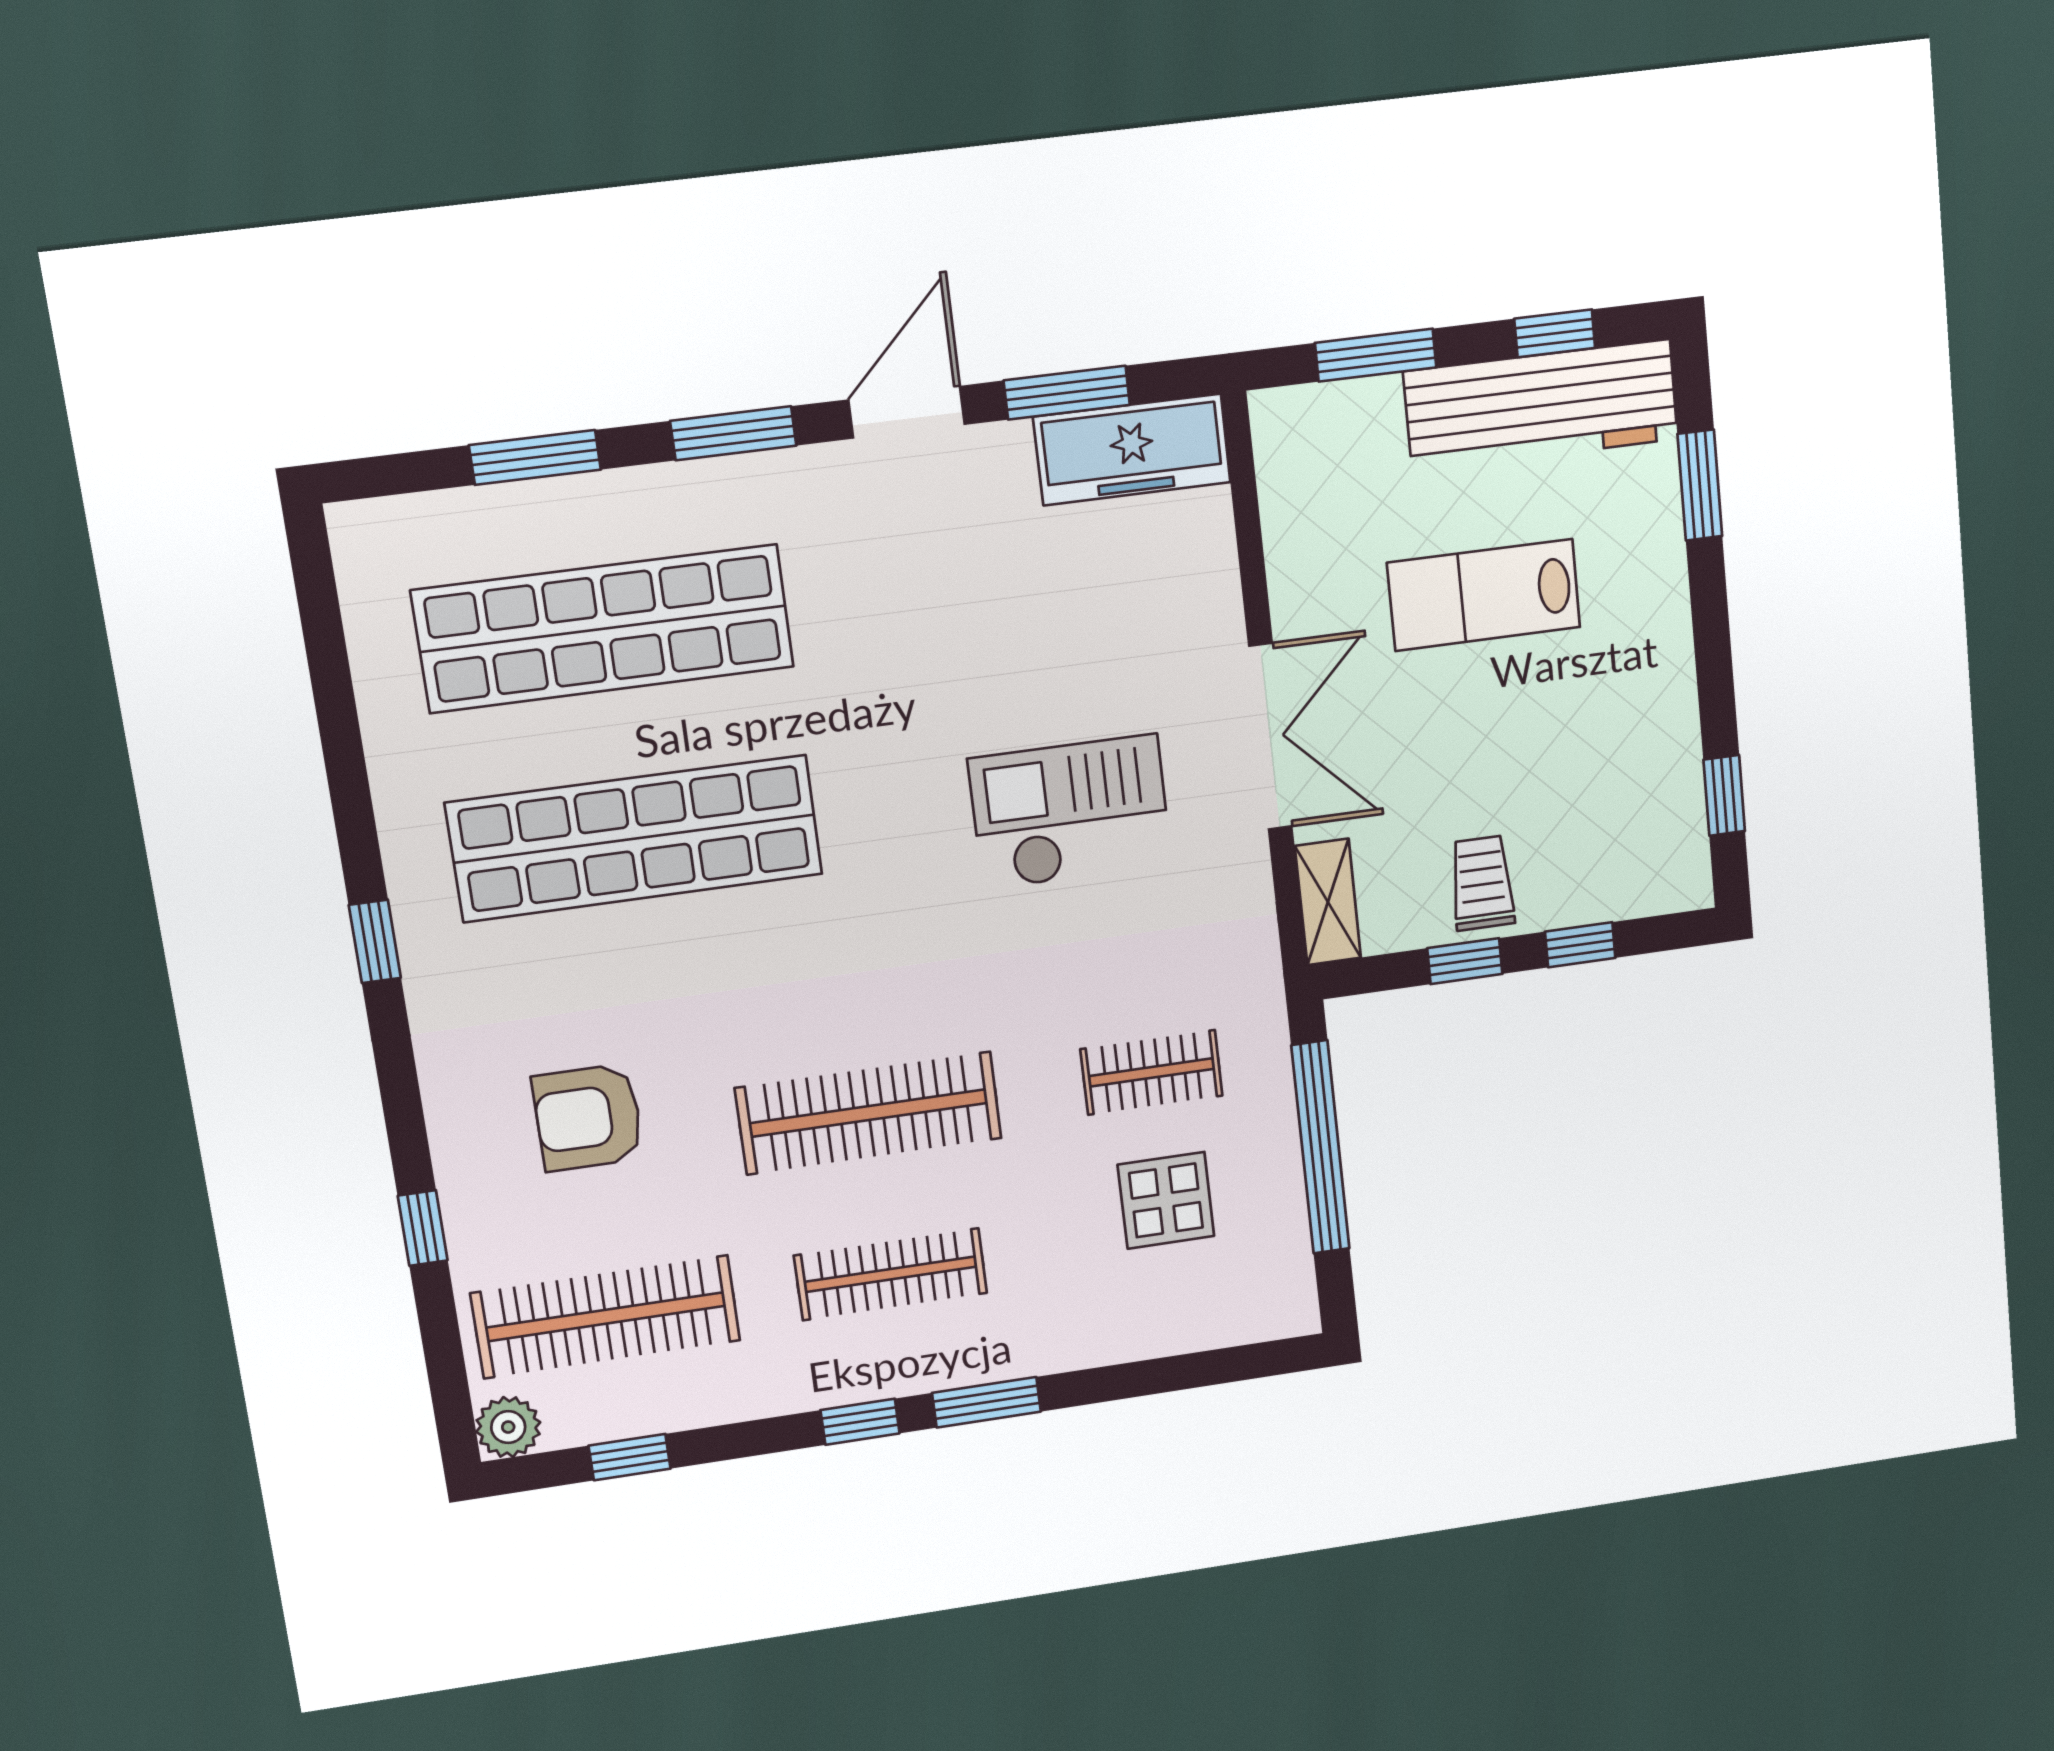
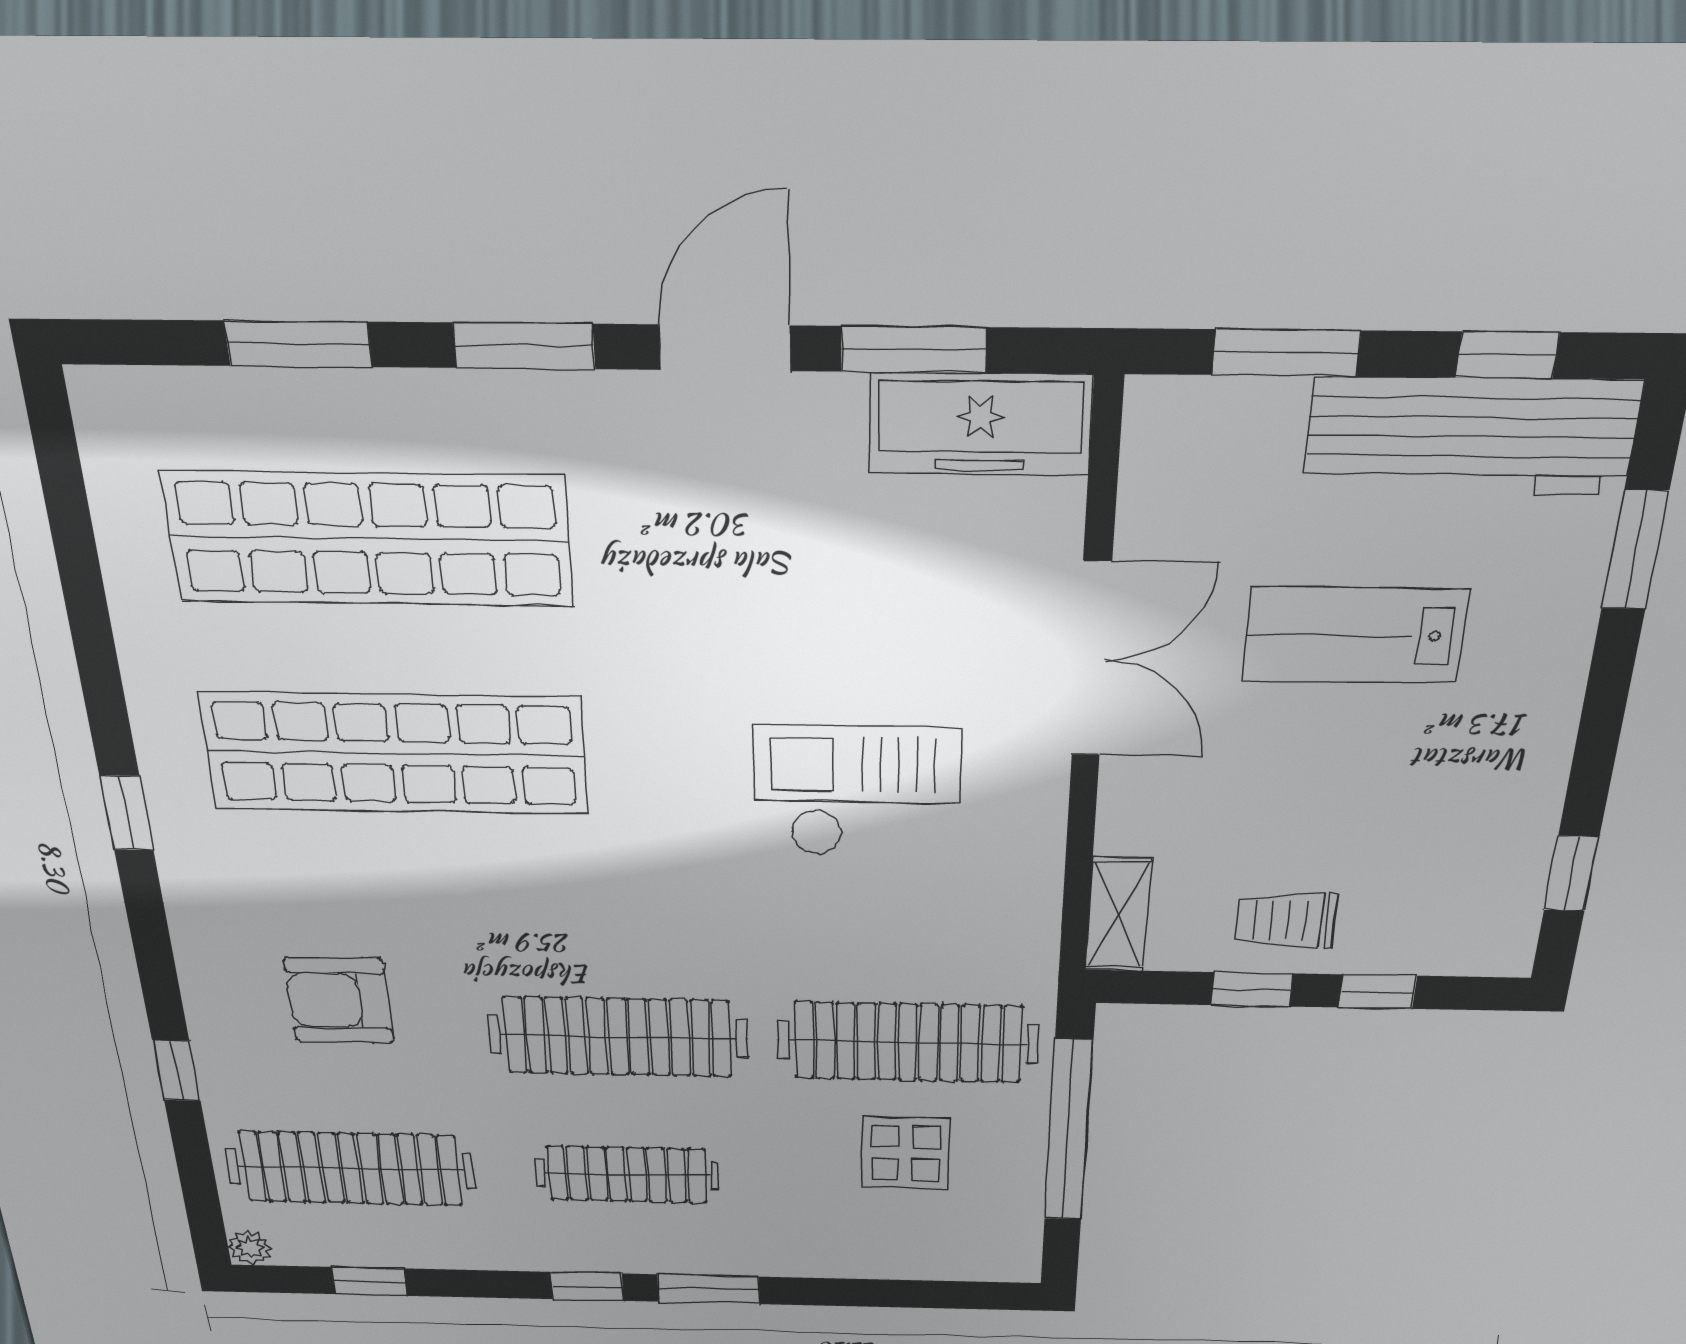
double door: (1270, 737) -> (1091, 660), moved
trolley: (1482, 883) -> (1286, 920), turned -90
clothes rail: (1152, 1072) -> (908, 1042), width x1.86, depth x1.31
plant: (508, 1427) -> (250, 1248), width x0.73, depth x0.73

